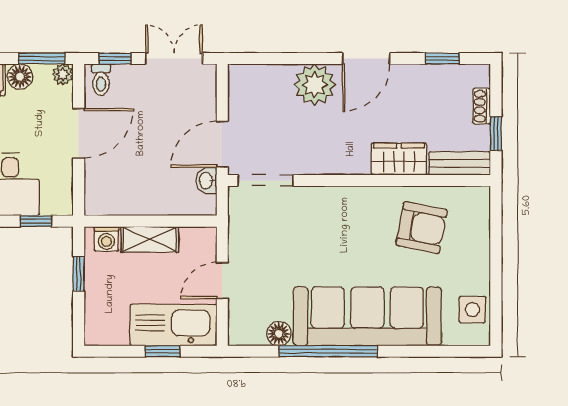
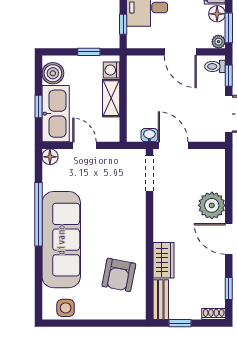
shoe rack: (482, 106) -> (214, 314), moved
boiler: (111, 329) -> (53, 73), added
floor lamp: (279, 334) -> (50, 157), moved

